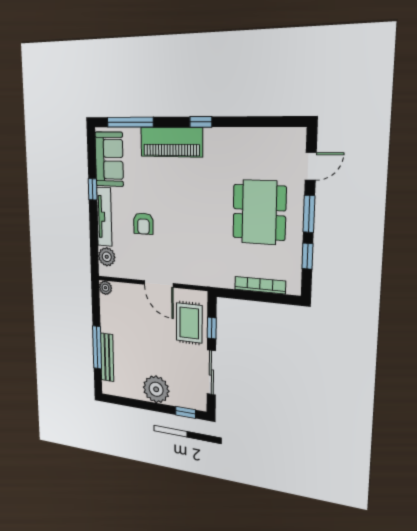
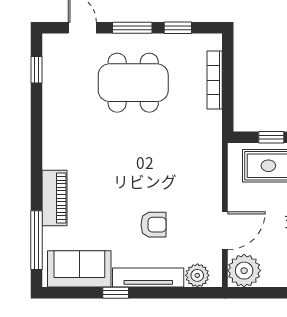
window: (201, 122) -> (36, 70), moved
piano: (171, 142) -> (55, 198), width x0.73, depth x0.75
door: (159, 284) -> (225, 231), moved
plant: (105, 288) -> (244, 271), width x1.87, depth x1.87

